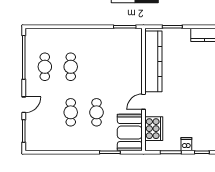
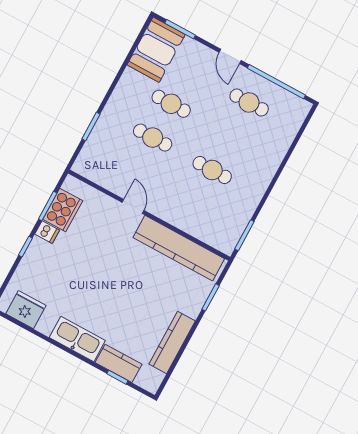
cafe table: (71, 67) -> (212, 170), moved
door: (24, 105) -> (230, 56), moved
cooker: (154, 129) -> (63, 210), moved, turned -90
booth: (130, 133) -> (156, 50), moved, turned 90

